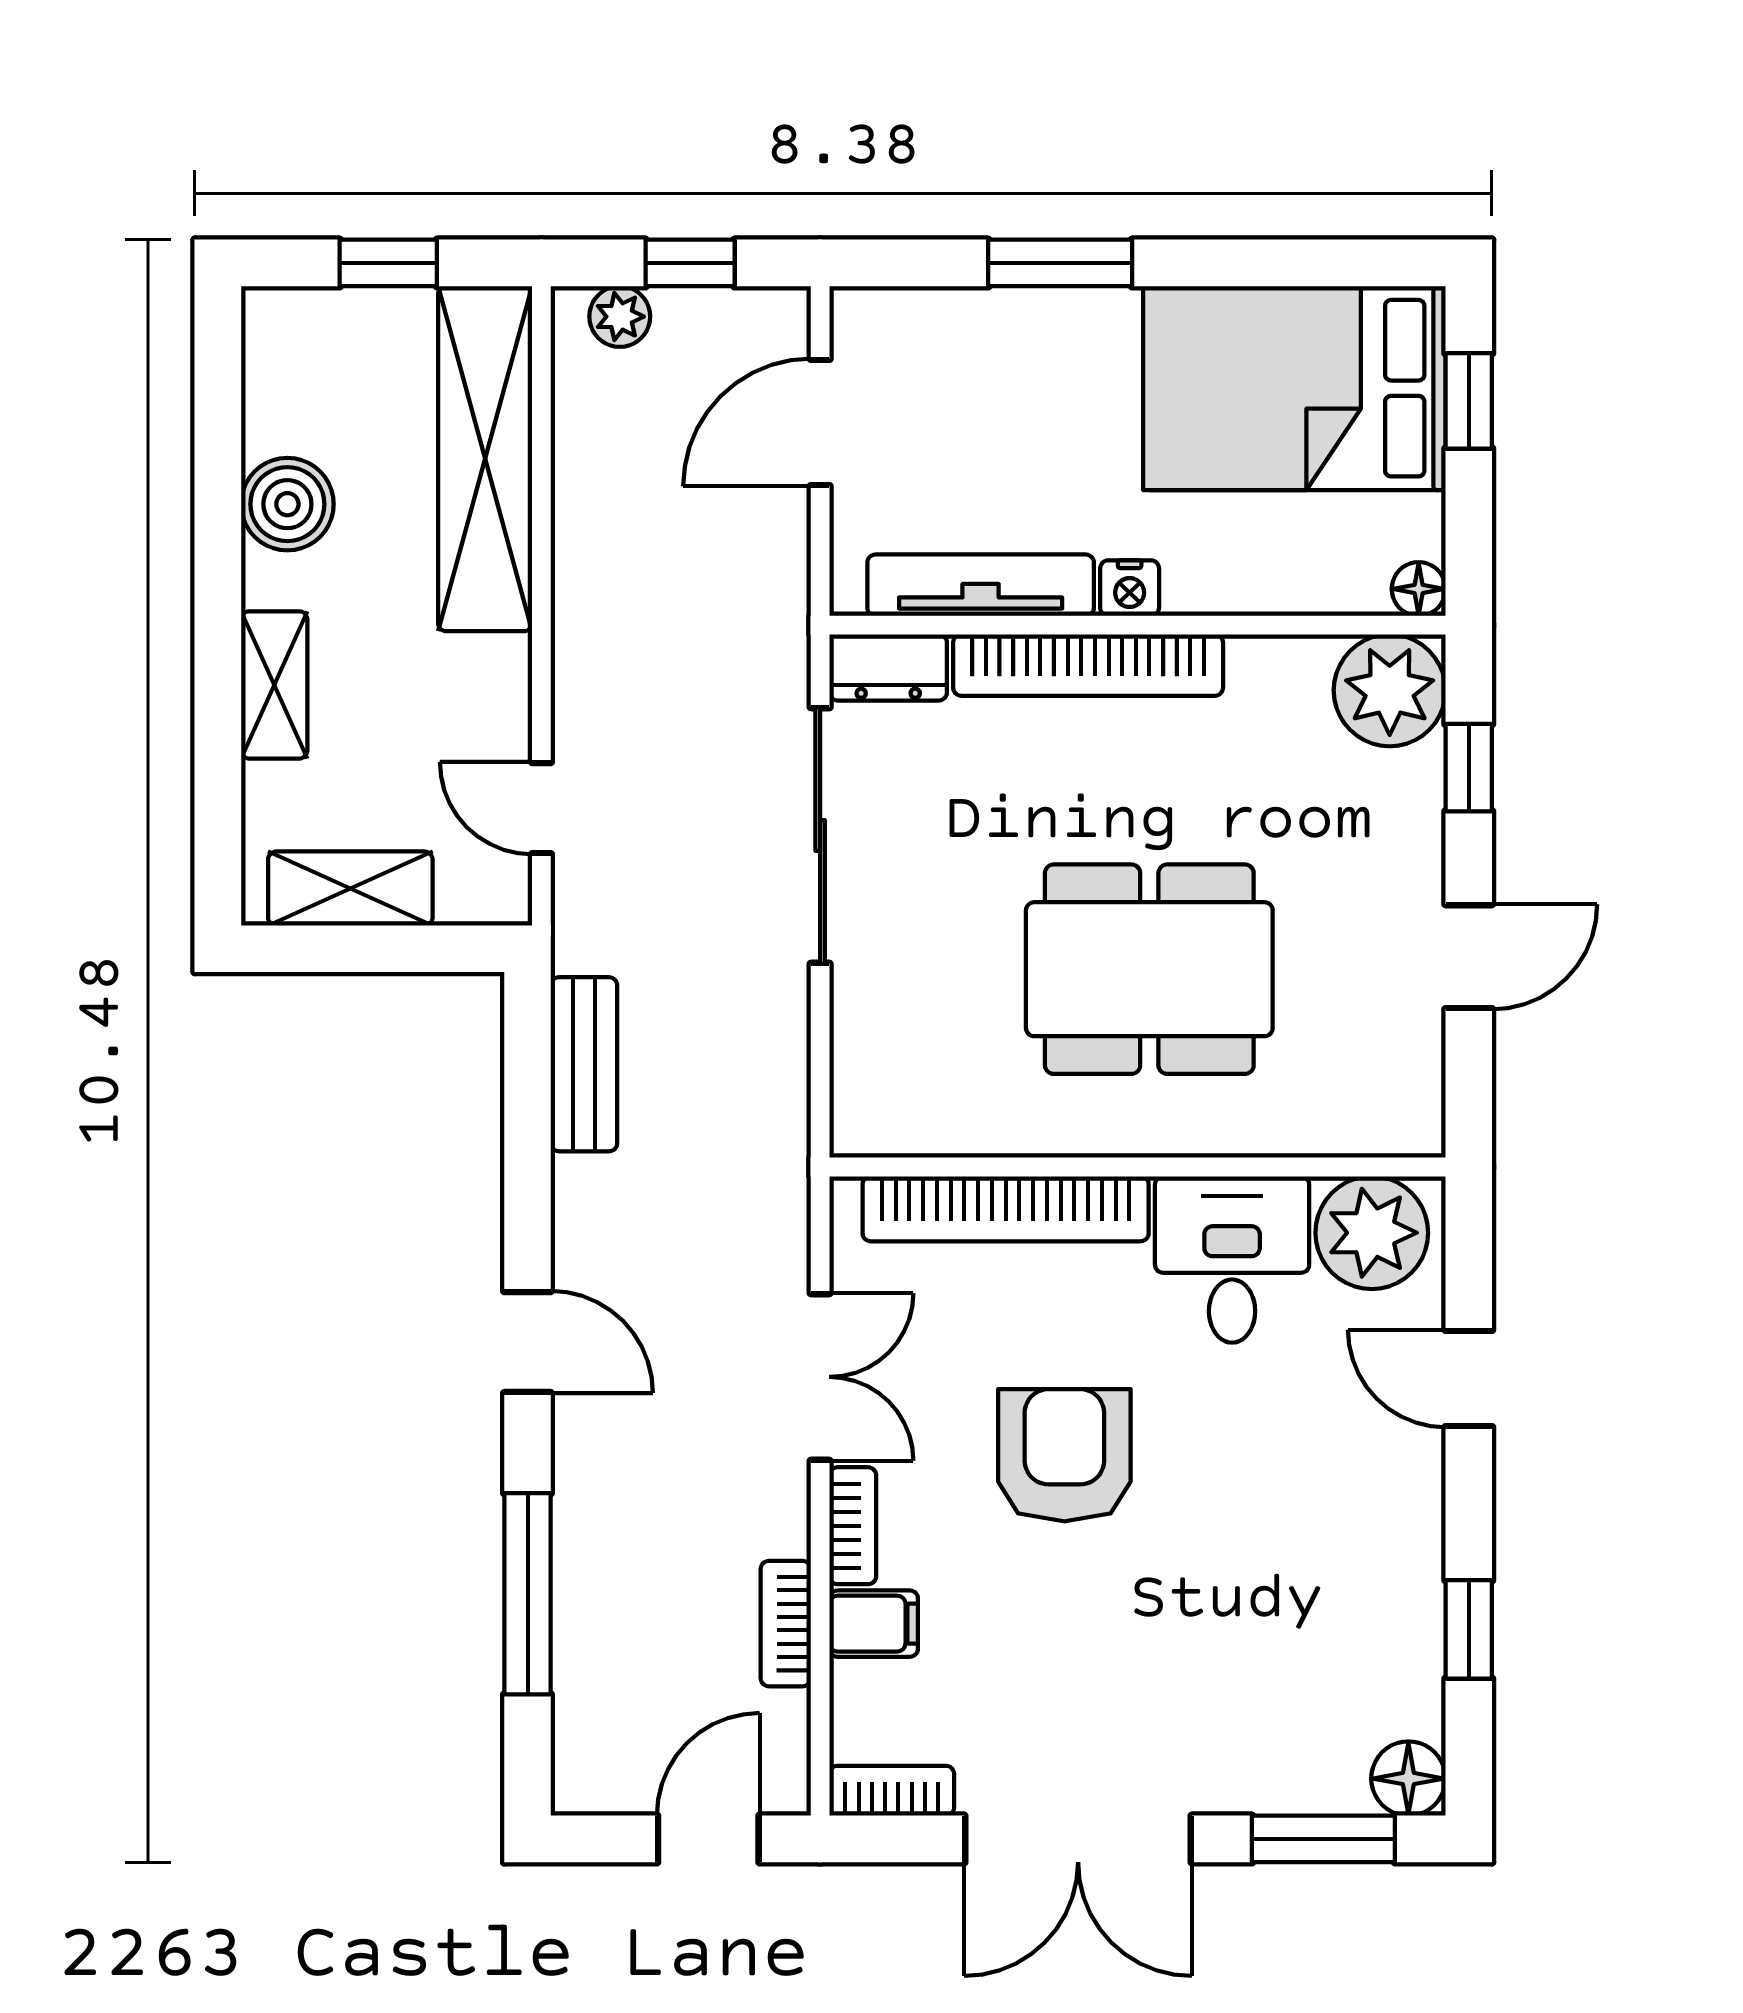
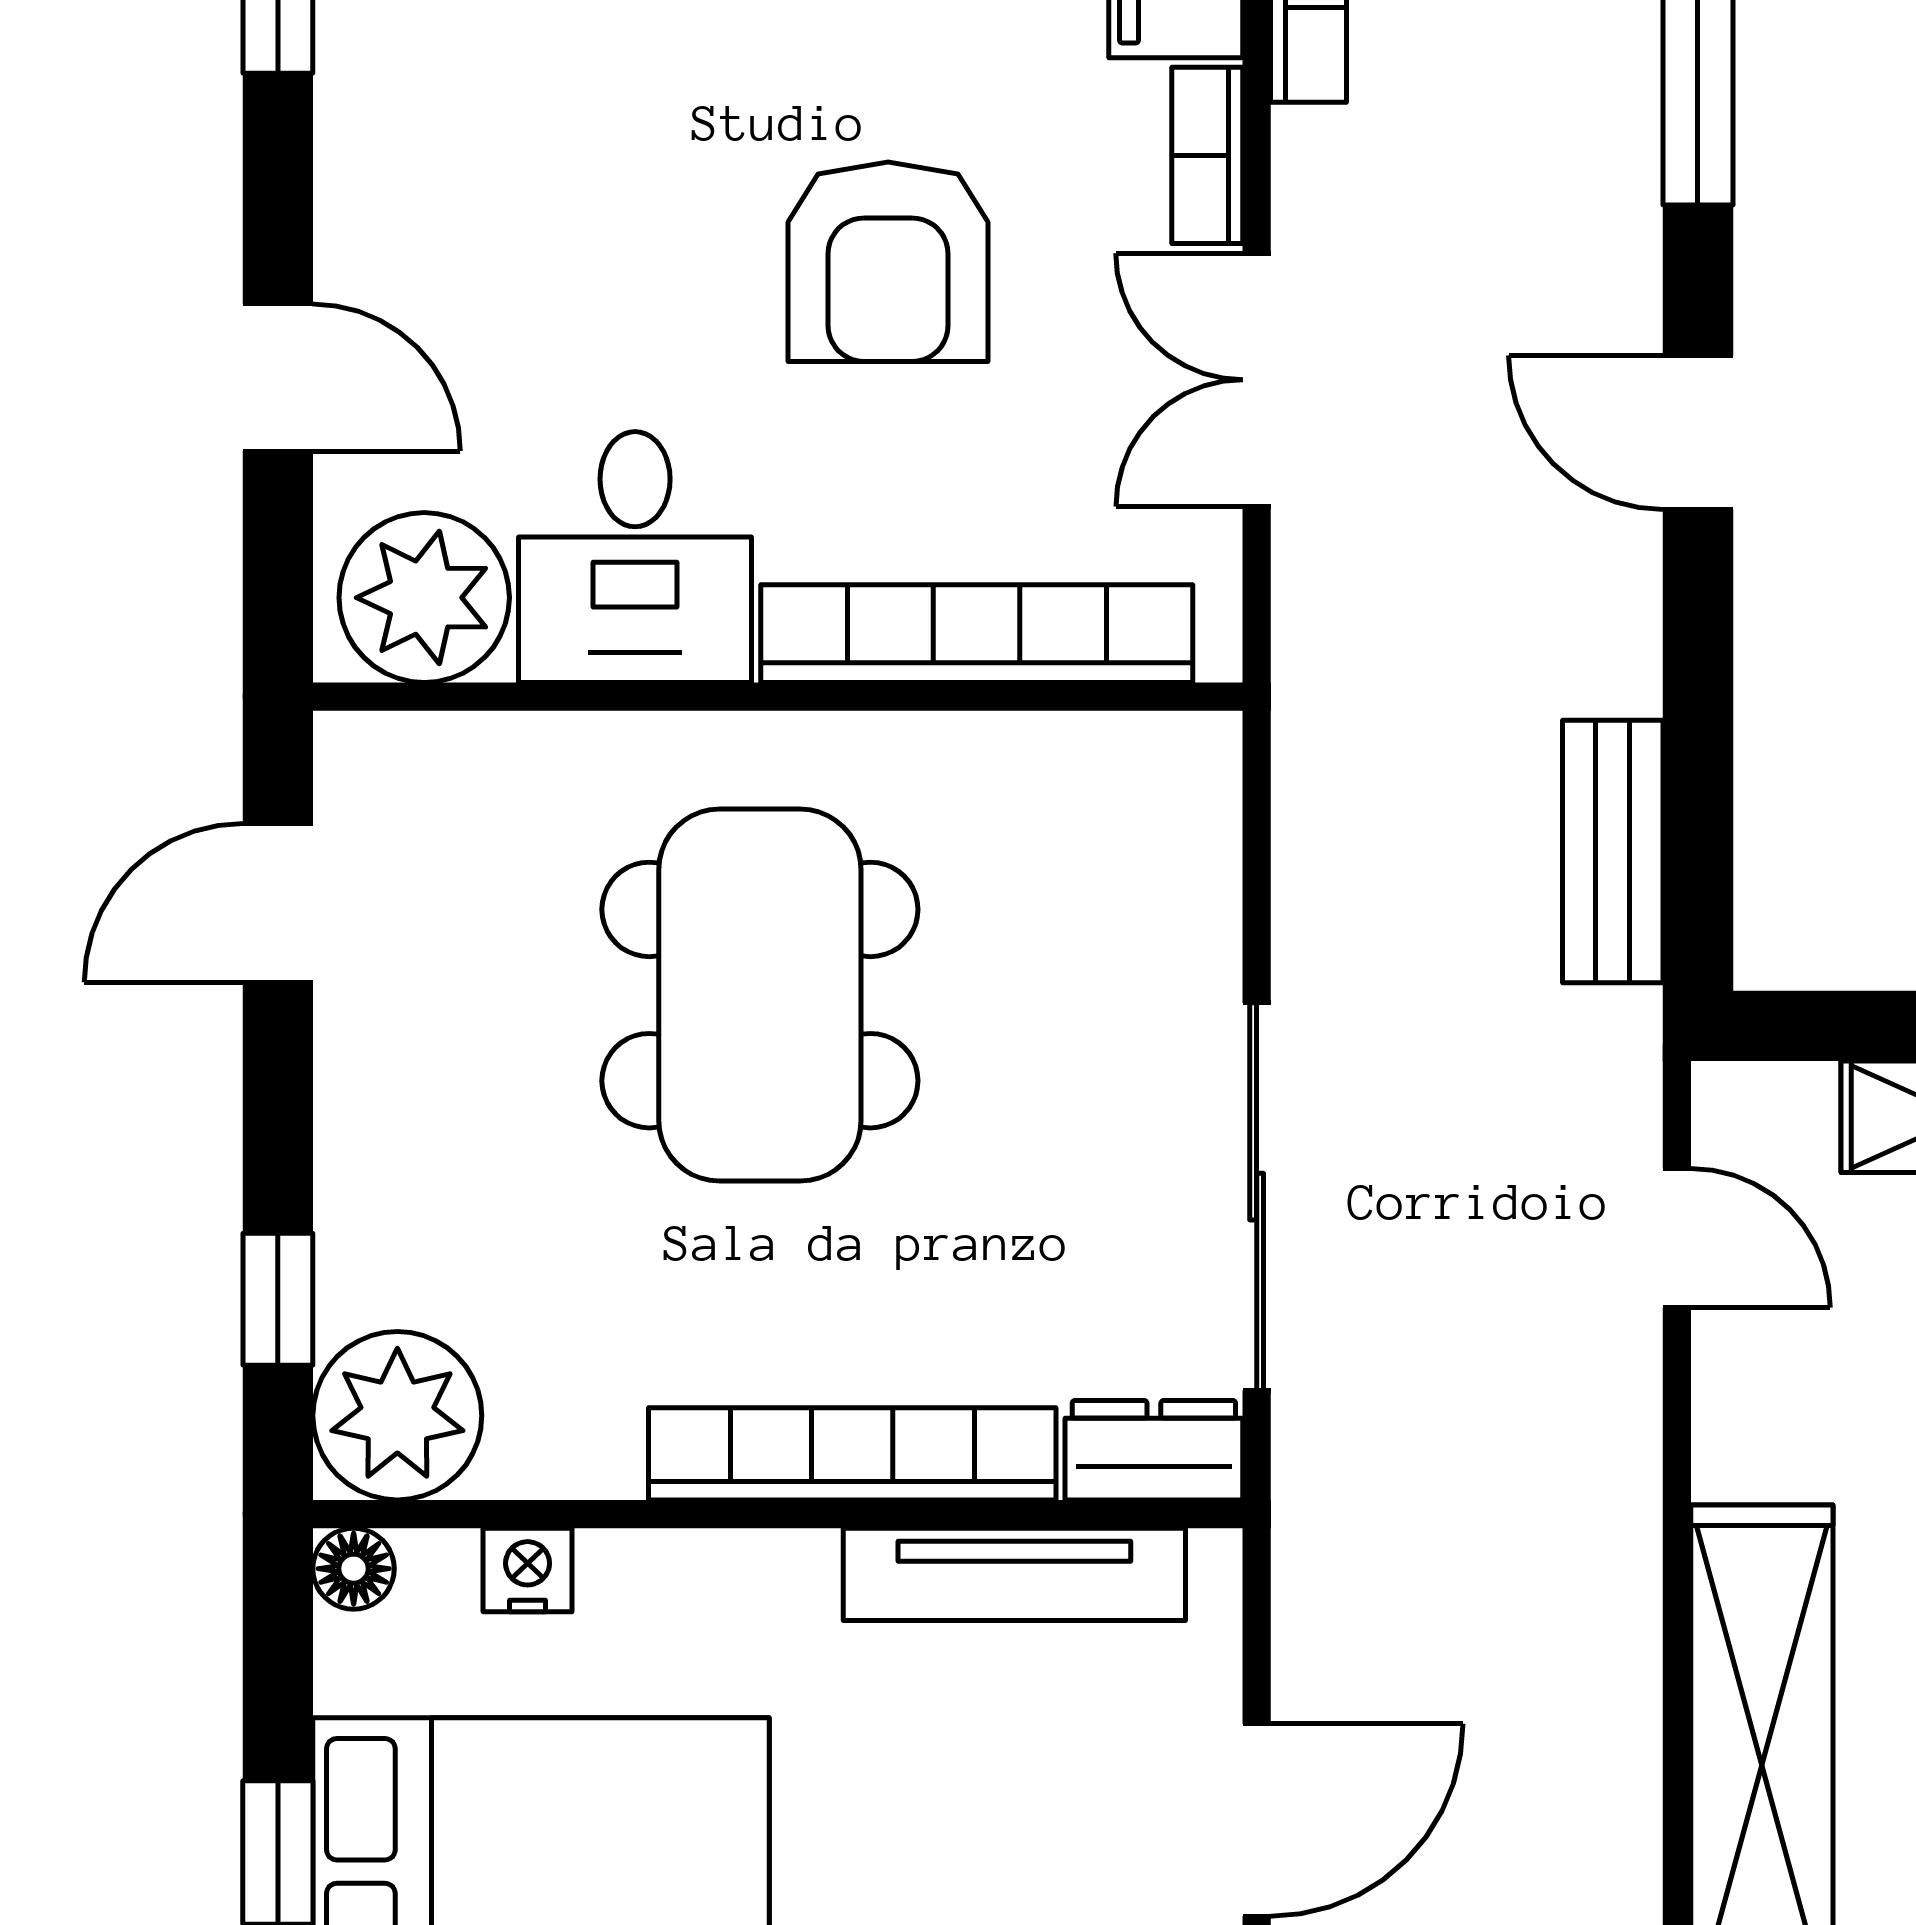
nightstand: (1130, 588) -> (528, 1570), moved
door: (1469, 957) -> (278, 903), moved
dining table: (1149, 969) -> (760, 995), turned 90

